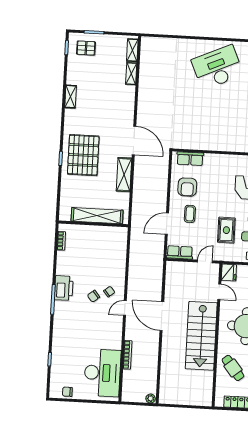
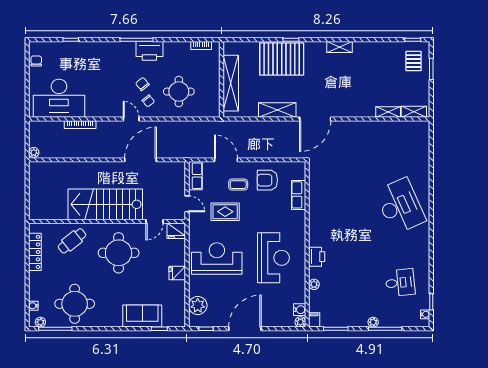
shelving: (71, 97) -> (340, 47), moved
pallet: (83, 155) -> (282, 59), moved
row of seats: (190, 159) -> (299, 195), moved
rug: (226, 230) -> (225, 212), moved
round table: (102, 263) -> (179, 92), added
door: (162, 316) -> (141, 160), moved

